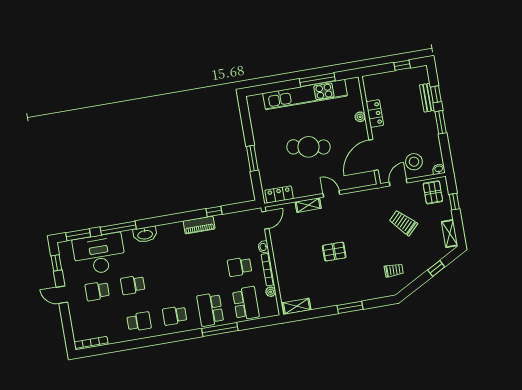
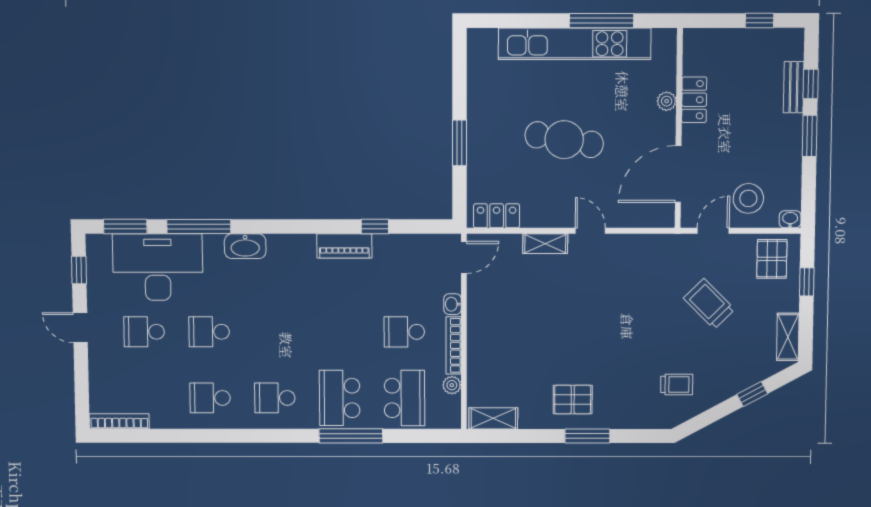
pallet: (334, 252) -> (573, 400), moved
school desk: (139, 322) -> (210, 398), turned 180

